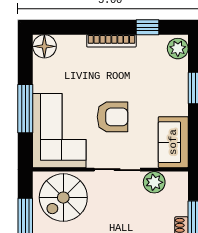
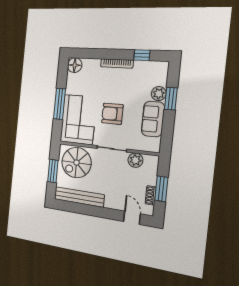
plant: (178, 49) -> (159, 94), moved
armchair: (112, 117) -> (112, 114), turned 180
sofa: (173, 142) -> (153, 119), moved

